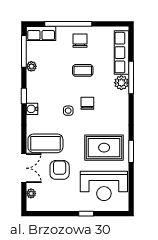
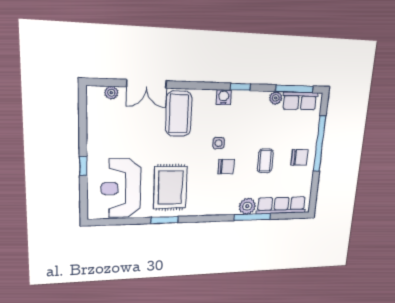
row of seats: (41, 34) -> (300, 101), moved, turned -90
armchair: (60, 170) -> (143, 132), removed

